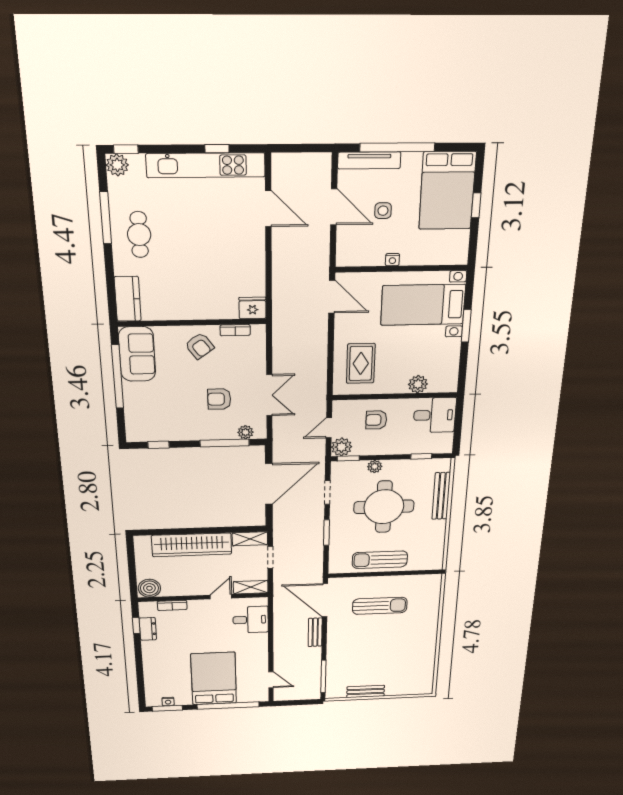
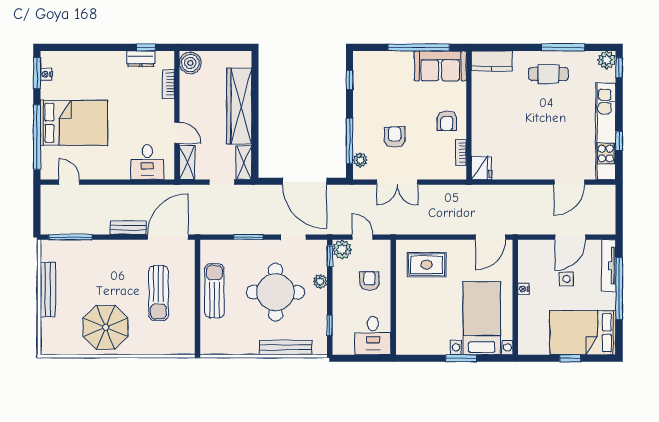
armchair: (199, 346) -> (447, 121), turned -54
plant: (418, 384) -> (405, 318), removed
parasol: (410, 646) -> (106, 327), added
door: (271, 680) -> (69, 182), swing flipped
bench: (366, 691) -> (48, 290), width x1.36

